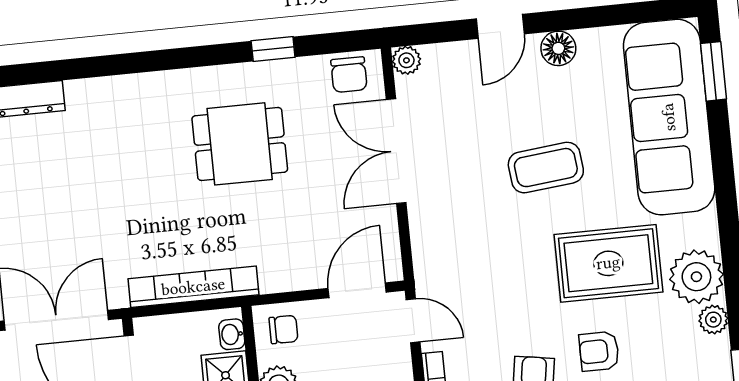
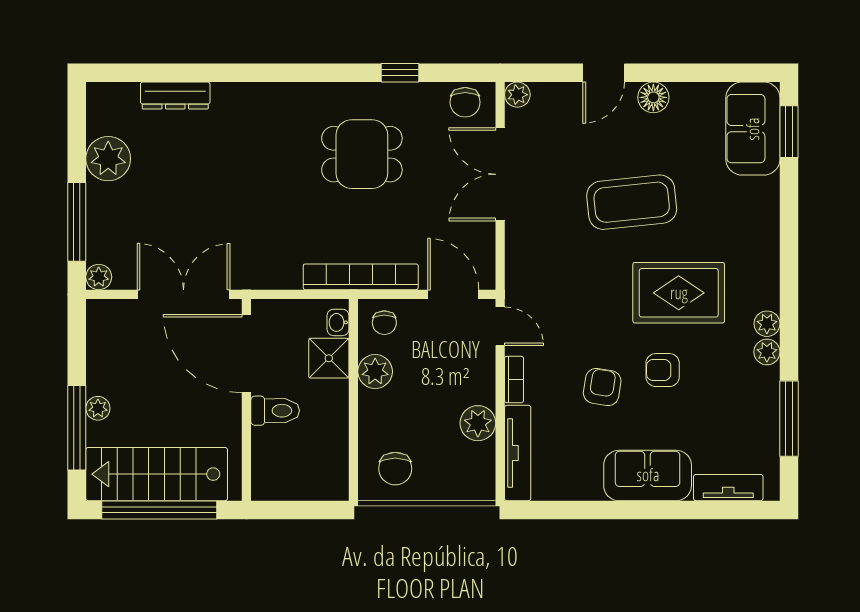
sofa: (669, 117) -> (753, 129), width x0.54, depth x0.79
coffee table: (546, 168) -> (632, 202), width x1.36, depth x1.32
plant: (696, 277) -> (767, 324), width x0.53, depth x0.53
bookcase: (193, 287) -> (361, 277), moved
door: (357, 290) -> (453, 294), hinge flipped
chair: (283, 329) -> (384, 323), turned 90

